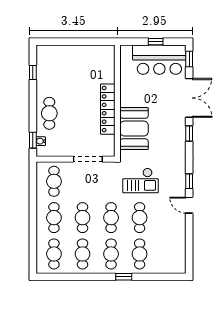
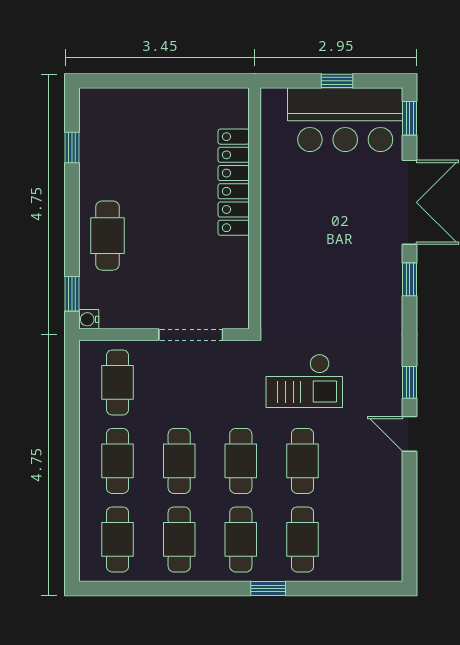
locker: (108, 109) -> (234, 182), moved
booth: (134, 129) -> (291, 269), removed
water cooler: (41, 141) -> (89, 319), moved

